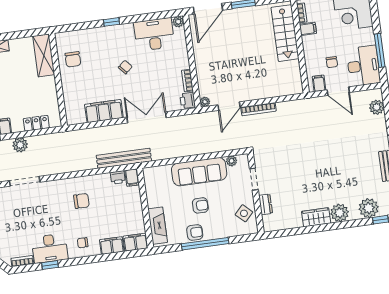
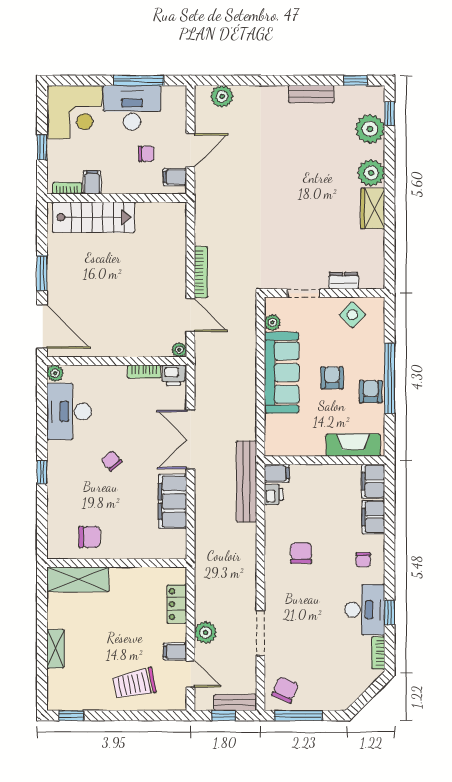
desk: (363, 66) -> (132, 108), moved

